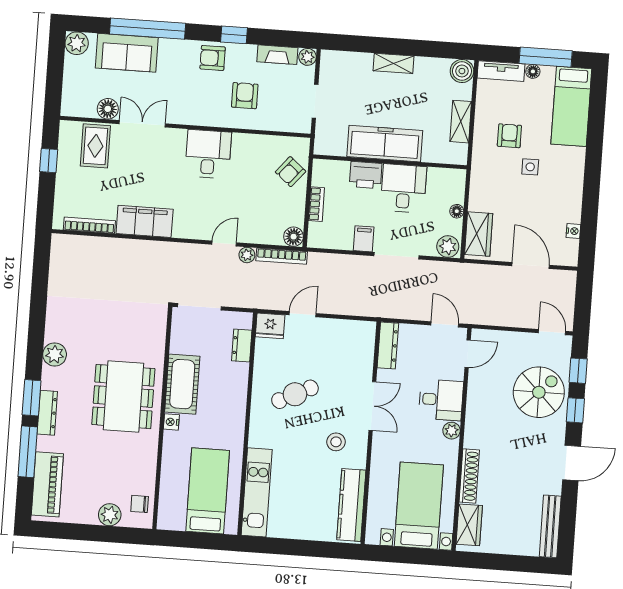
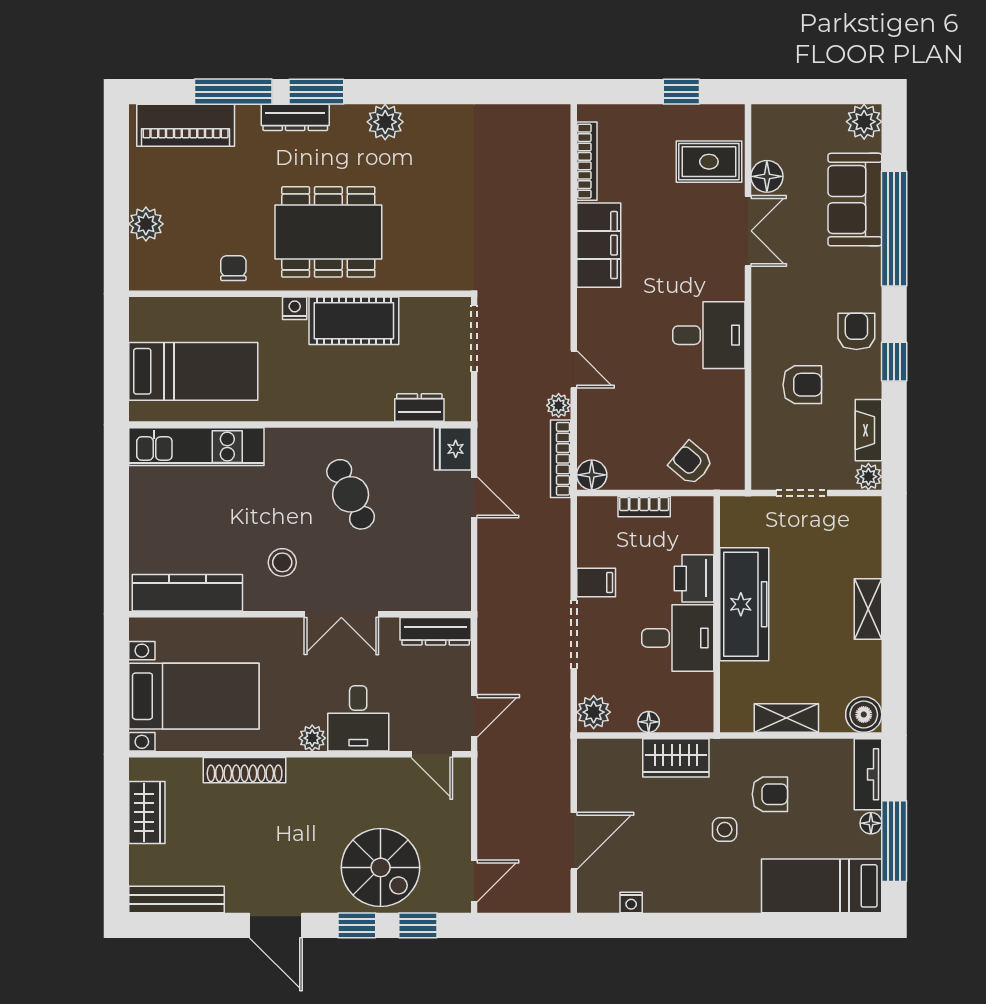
wardrobe: (479, 234) -> (676, 758), moved
chair: (140, 504) -> (233, 268), moved
wardrobe: (469, 525) -> (147, 812), moved, turned -90

